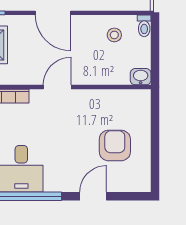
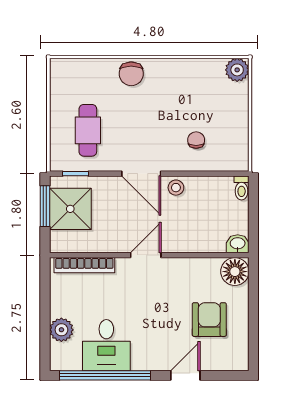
stool: (114, 35) -> (176, 188), moved
floor lamp: (138, 102) -> (235, 272), added

